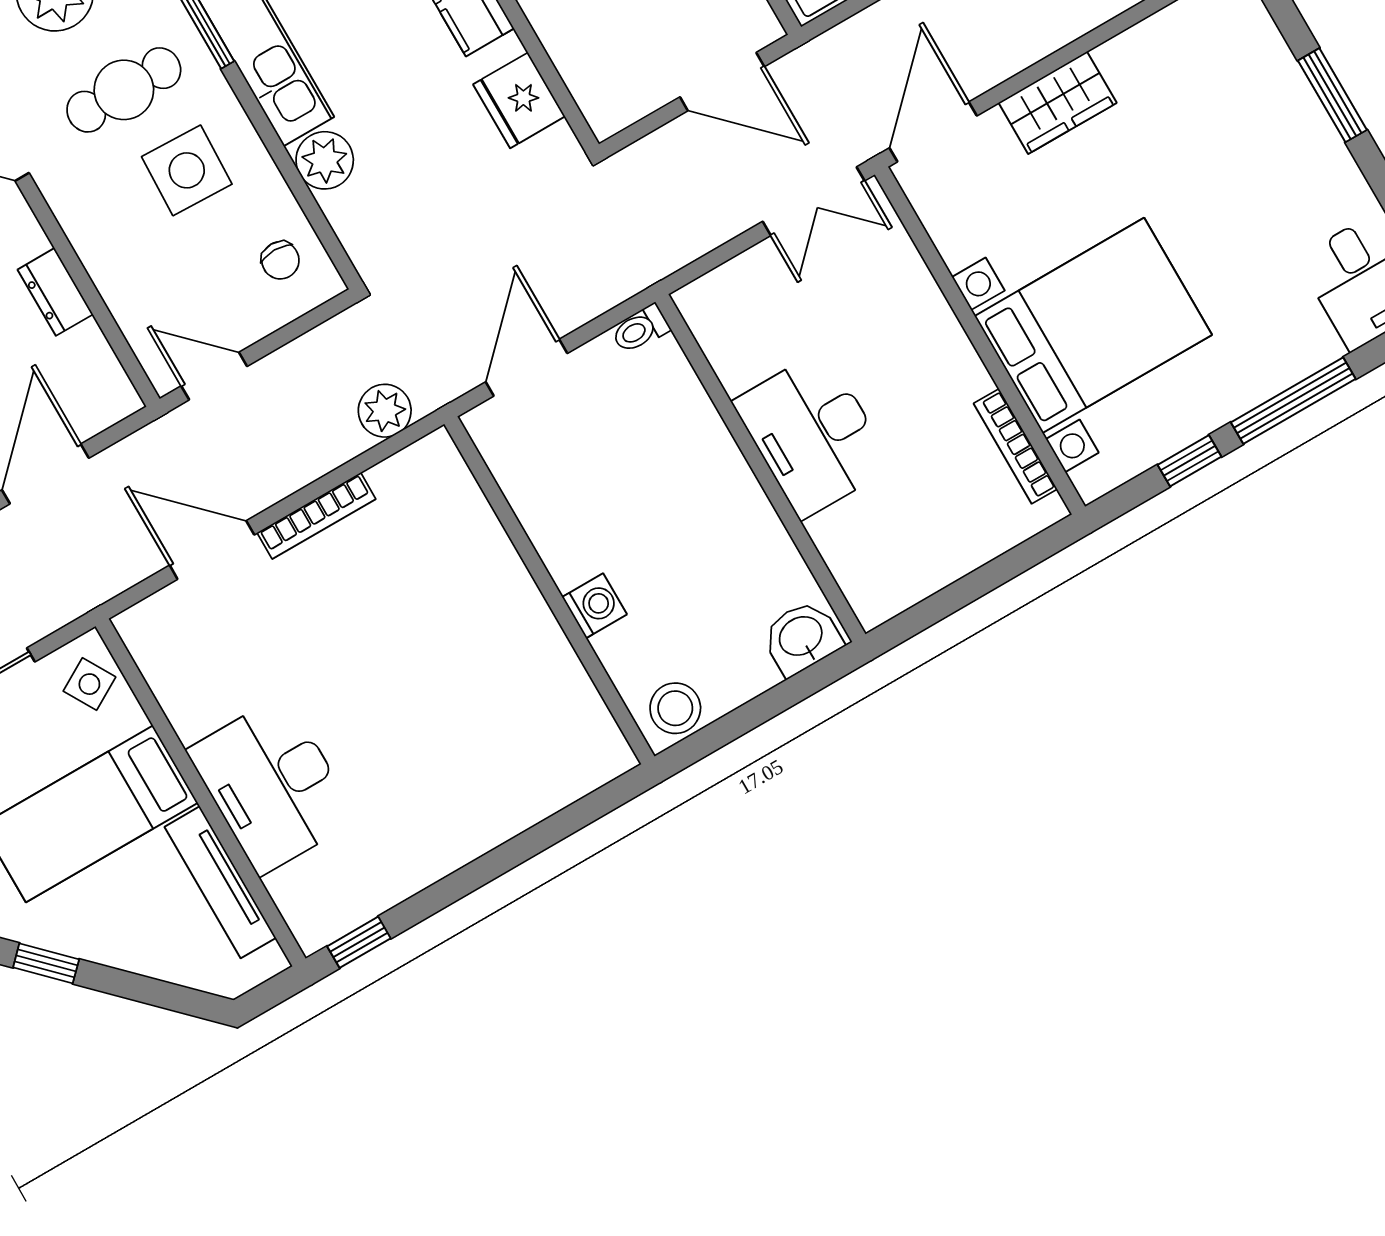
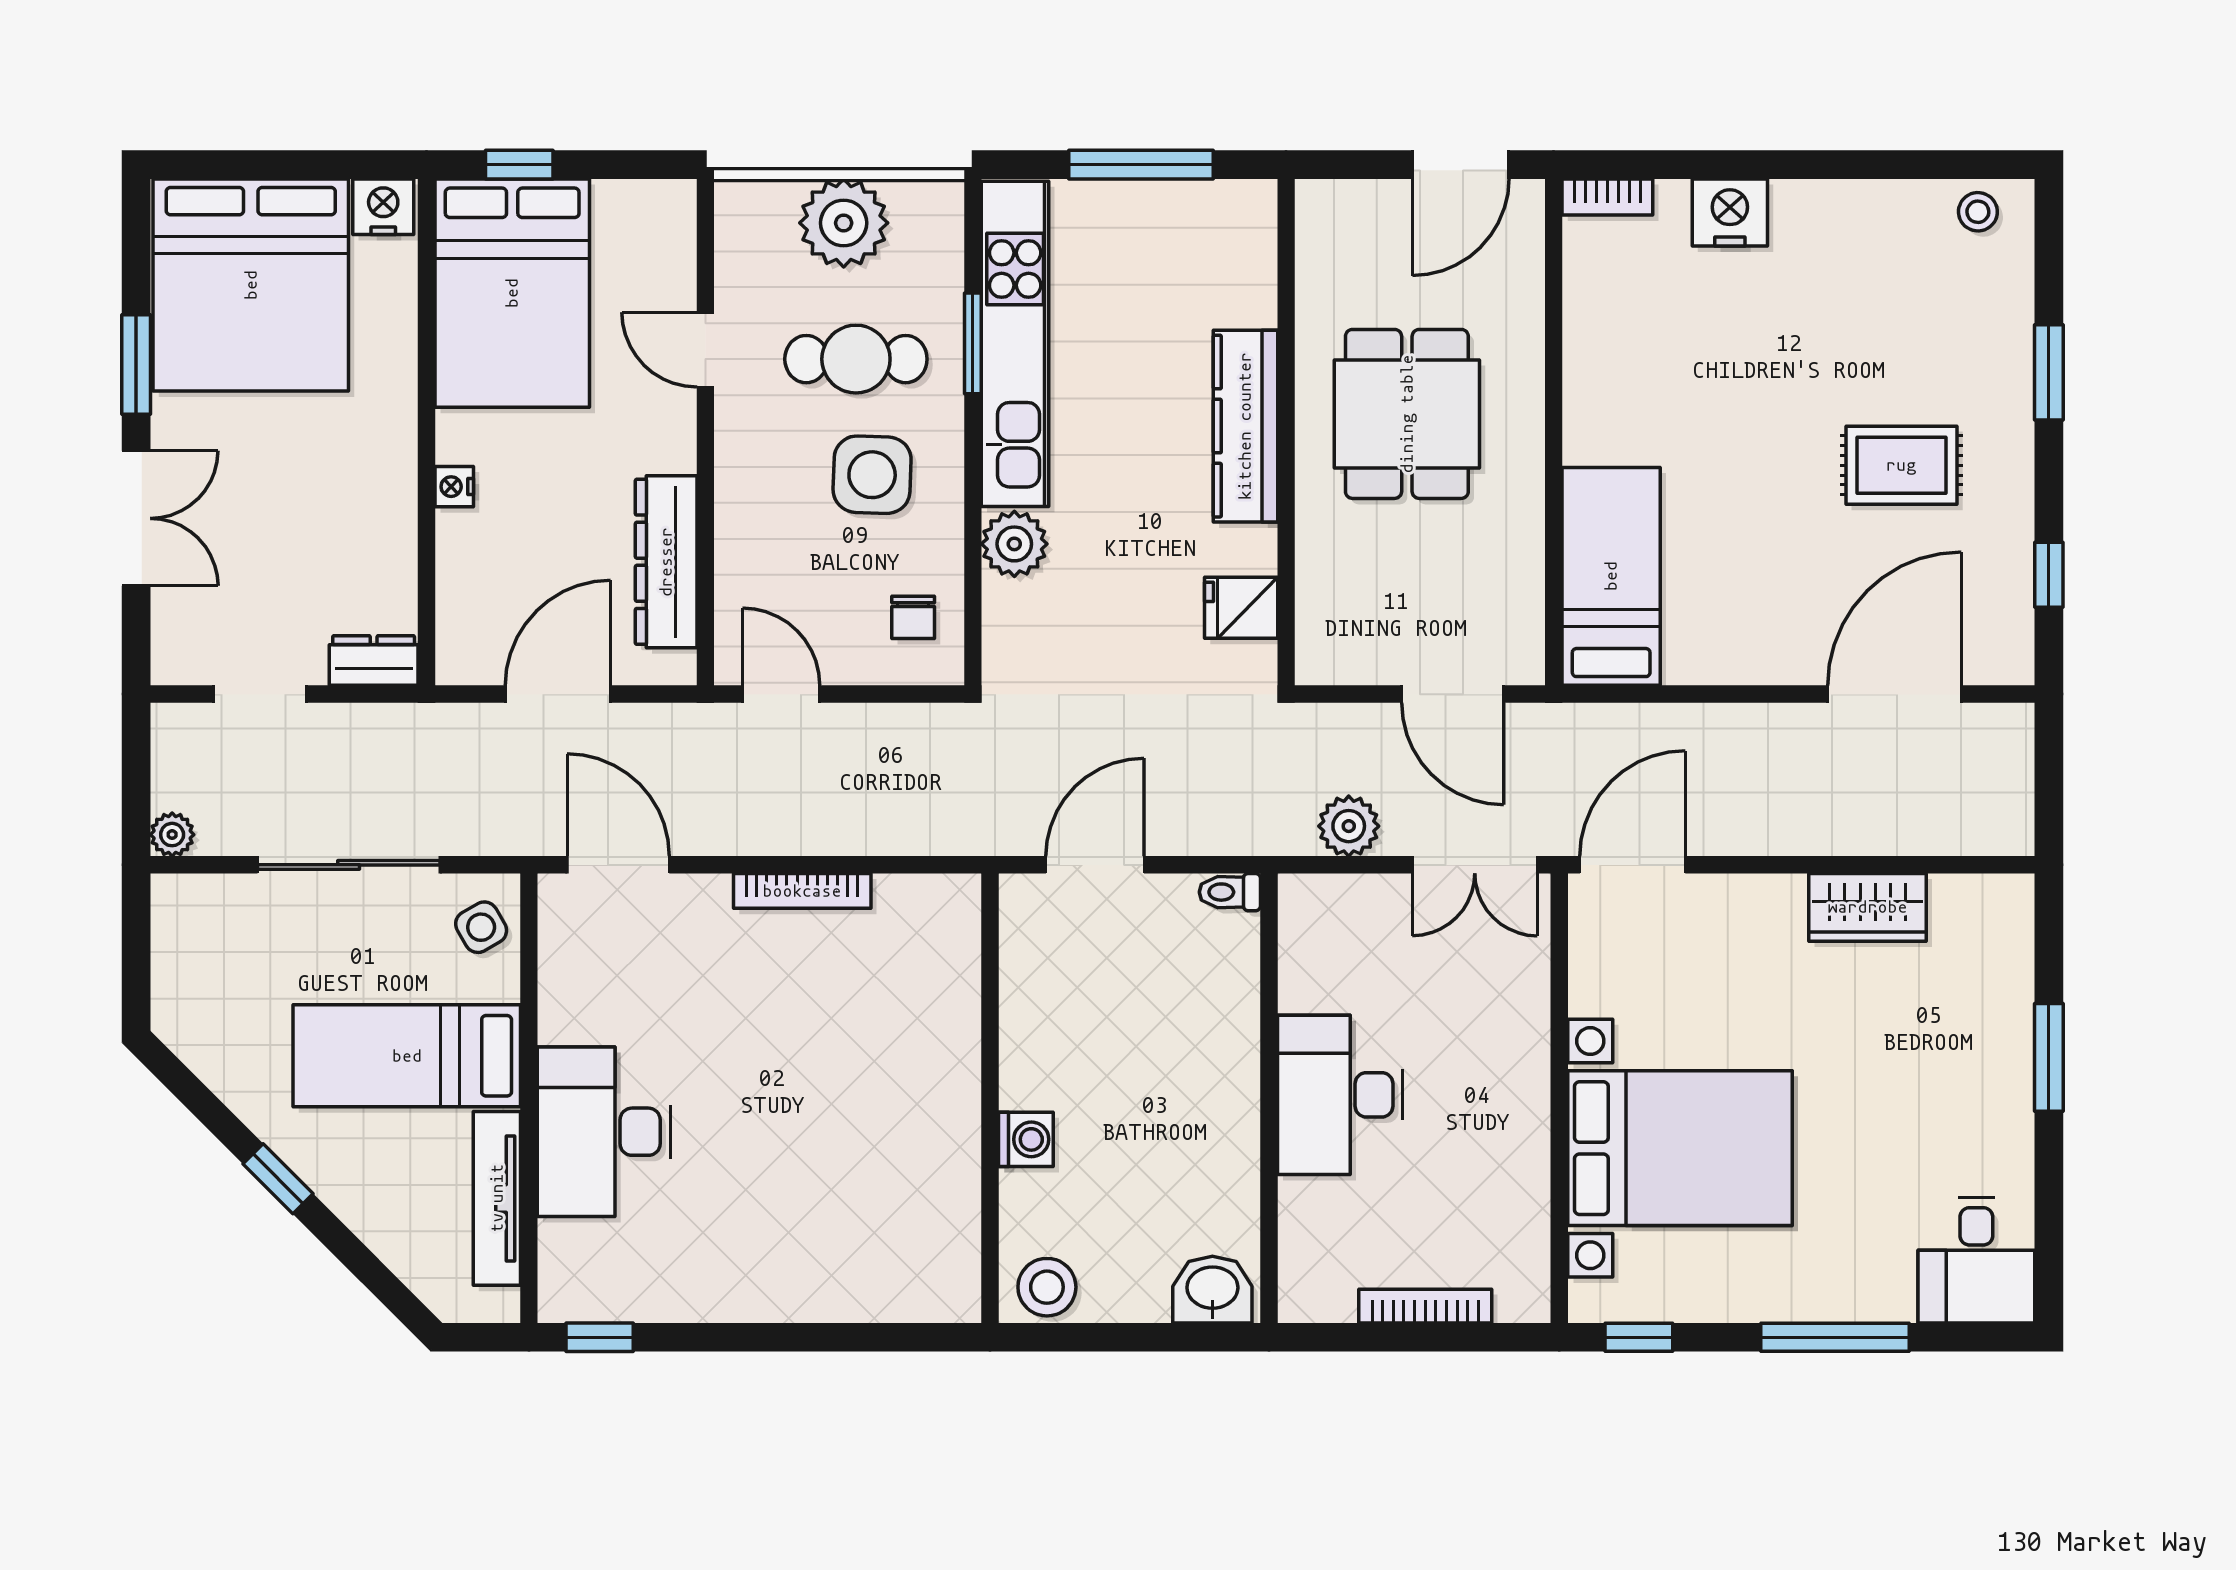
fridge: (519, 100) -> (1241, 608), width x0.72
wardrobe: (1058, 103) -> (1868, 907), moved
dresser: (55, 292) -> (666, 562), width x1.96, depth x1.24
plant: (385, 411) -> (1349, 826), moved
bookcase: (1015, 446) -> (1425, 1306), moved, turned 90
window: (1190, 461) -> (1639, 1337), moved
door: (212, 550) -> (618, 865), moved

